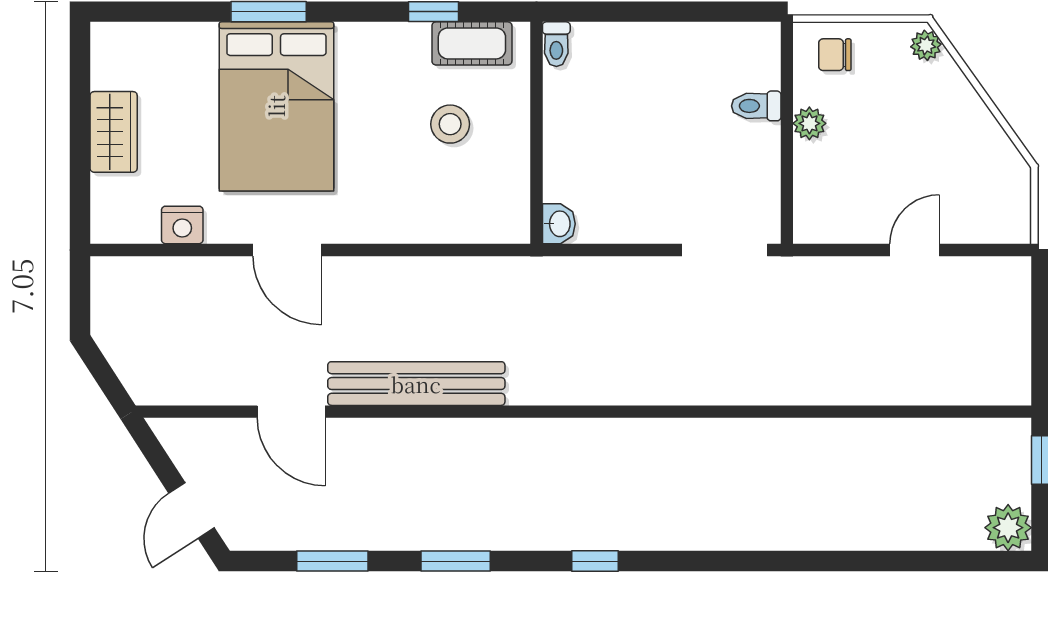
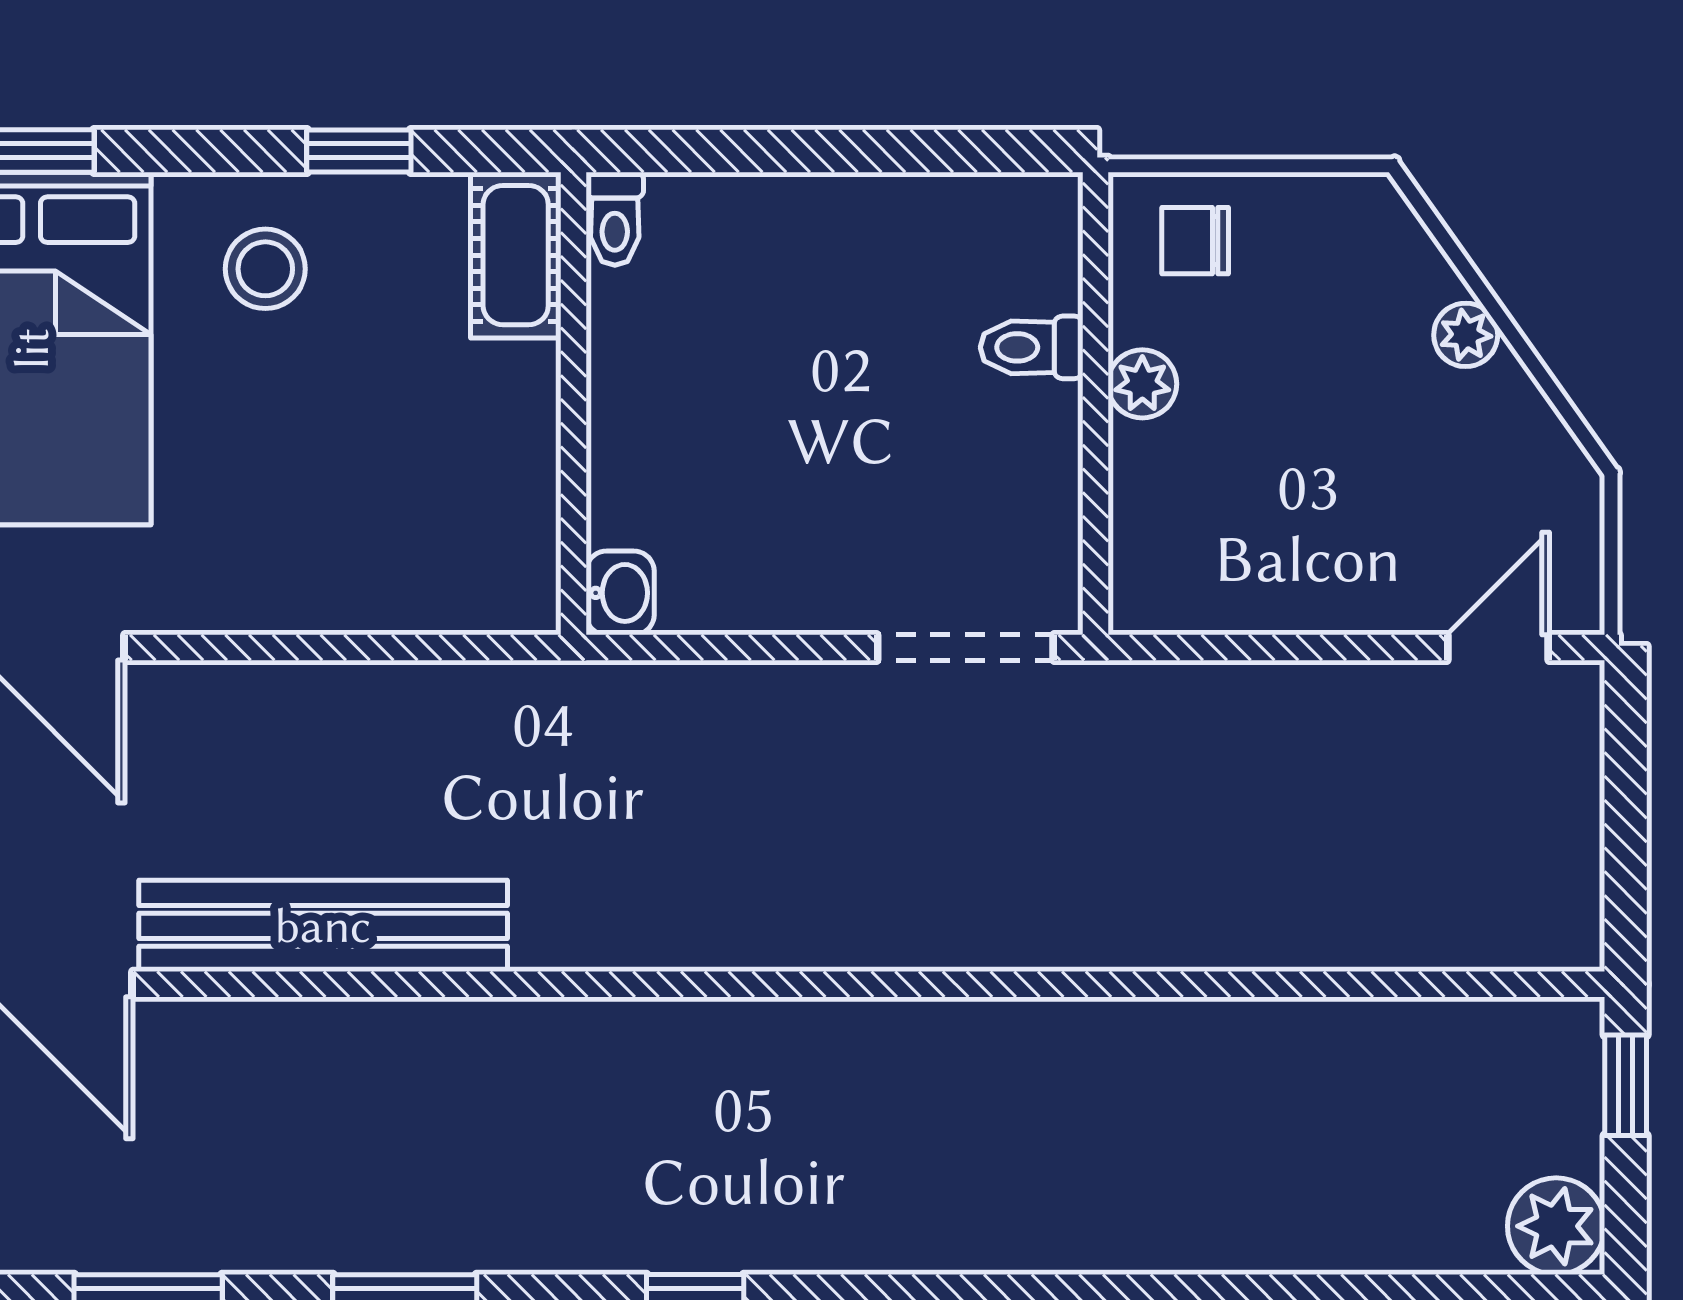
cot: (472, 43) -> (516, 255), moved, turned 90
plant: (926, 45) -> (1466, 335), moved
stool: (450, 124) -> (265, 269), moved
door: (915, 250) -> (1498, 648), moved

